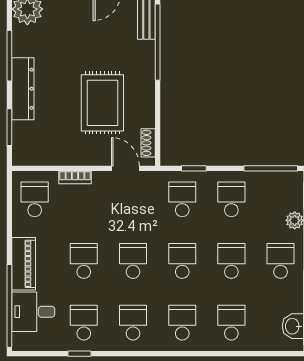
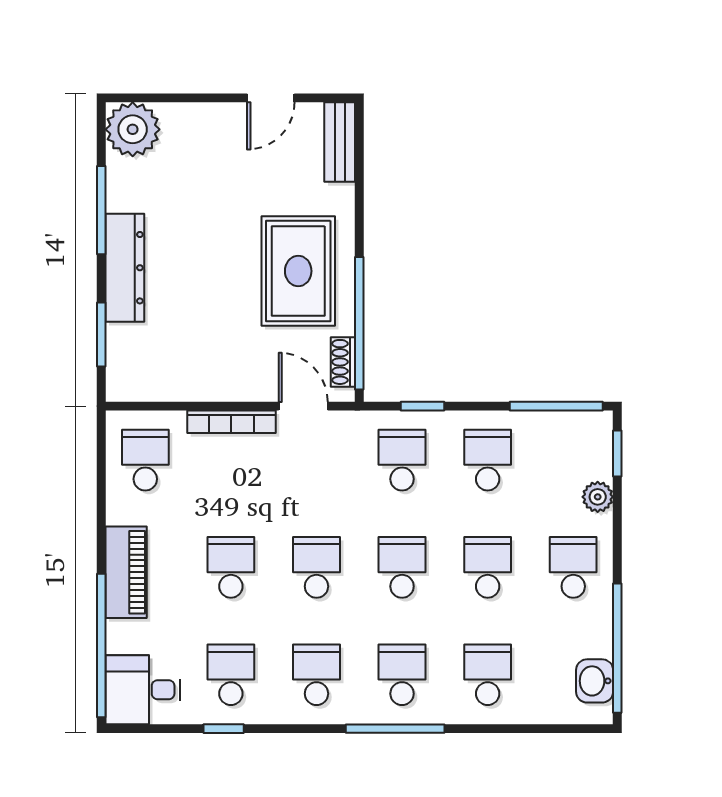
window: (158, 42) -> (359, 323), moved
rug: (102, 103) -> (298, 271), moved
bookcase: (75, 177) -> (231, 422), width x1.56
desk: (33, 312) -> (143, 690), moved
window: (178, 354) -> (395, 729), added

